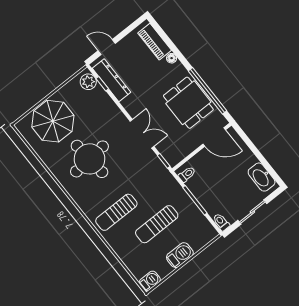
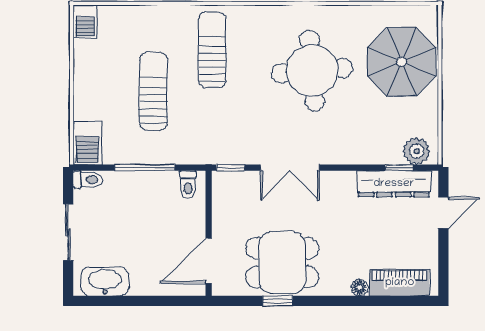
window: (207, 91) -> (278, 301), width x0.32
barbecue: (180, 255) -> (87, 143), moved

